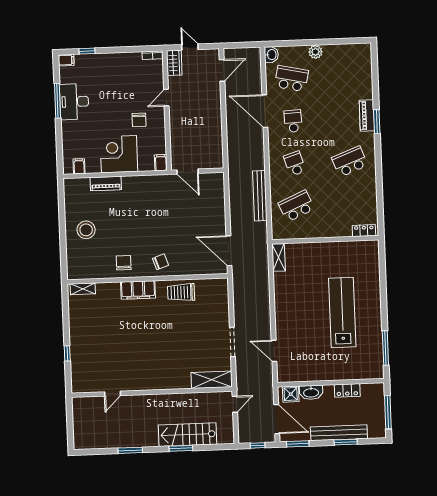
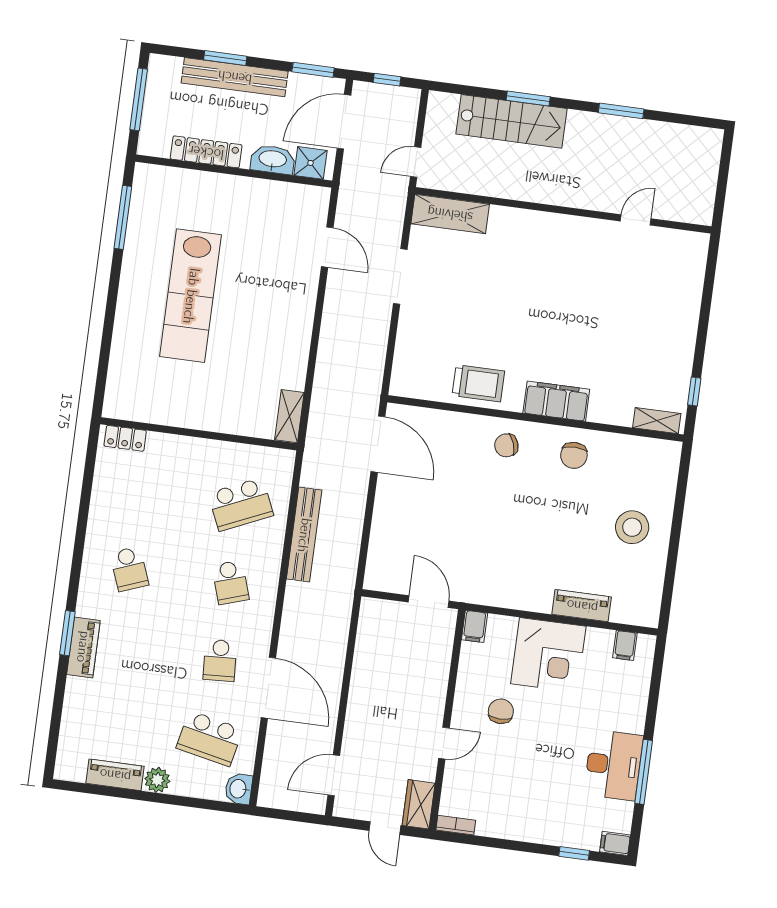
piano: (338, 51) -> (115, 775), added
school desk: (350, 161) -> (129, 569), width x0.54
window: (67, 353) -> (694, 392), moved
locker: (347, 390) -> (206, 152), width x1.53
door: (277, 419) -> (344, 122), hinge flipped

